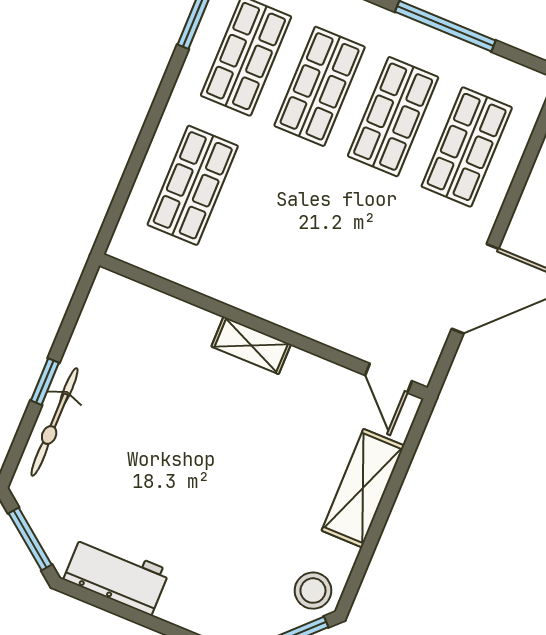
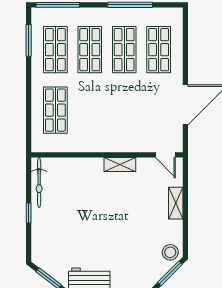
shelving: (251, 345) -> (120, 164), moved
bicycle: (54, 422) -> (39, 183), moved
shelving: (363, 488) -> (176, 203), width x0.67, depth x0.75

